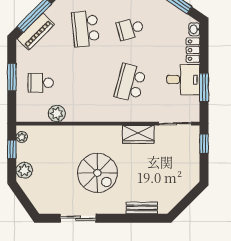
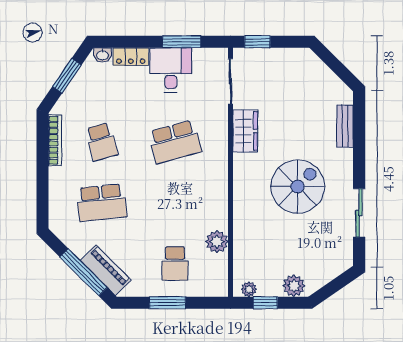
school desk: (130, 83) -> (175, 142), turned -30

